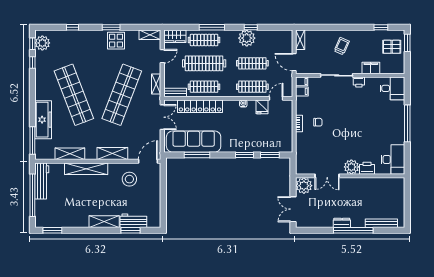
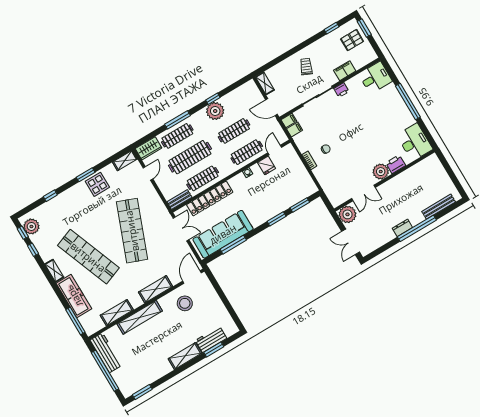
shelving: (156, 84) -> (54, 271), moved

